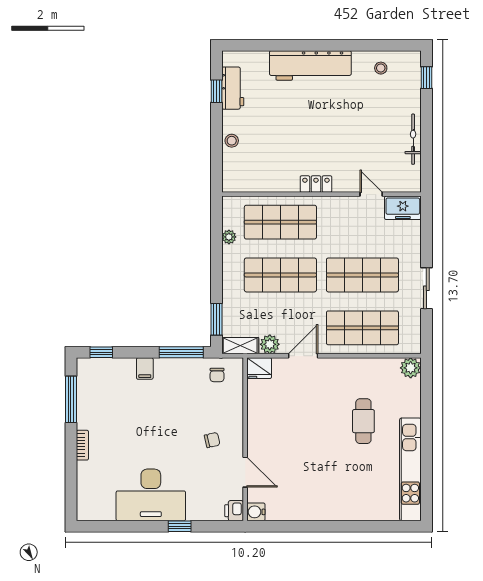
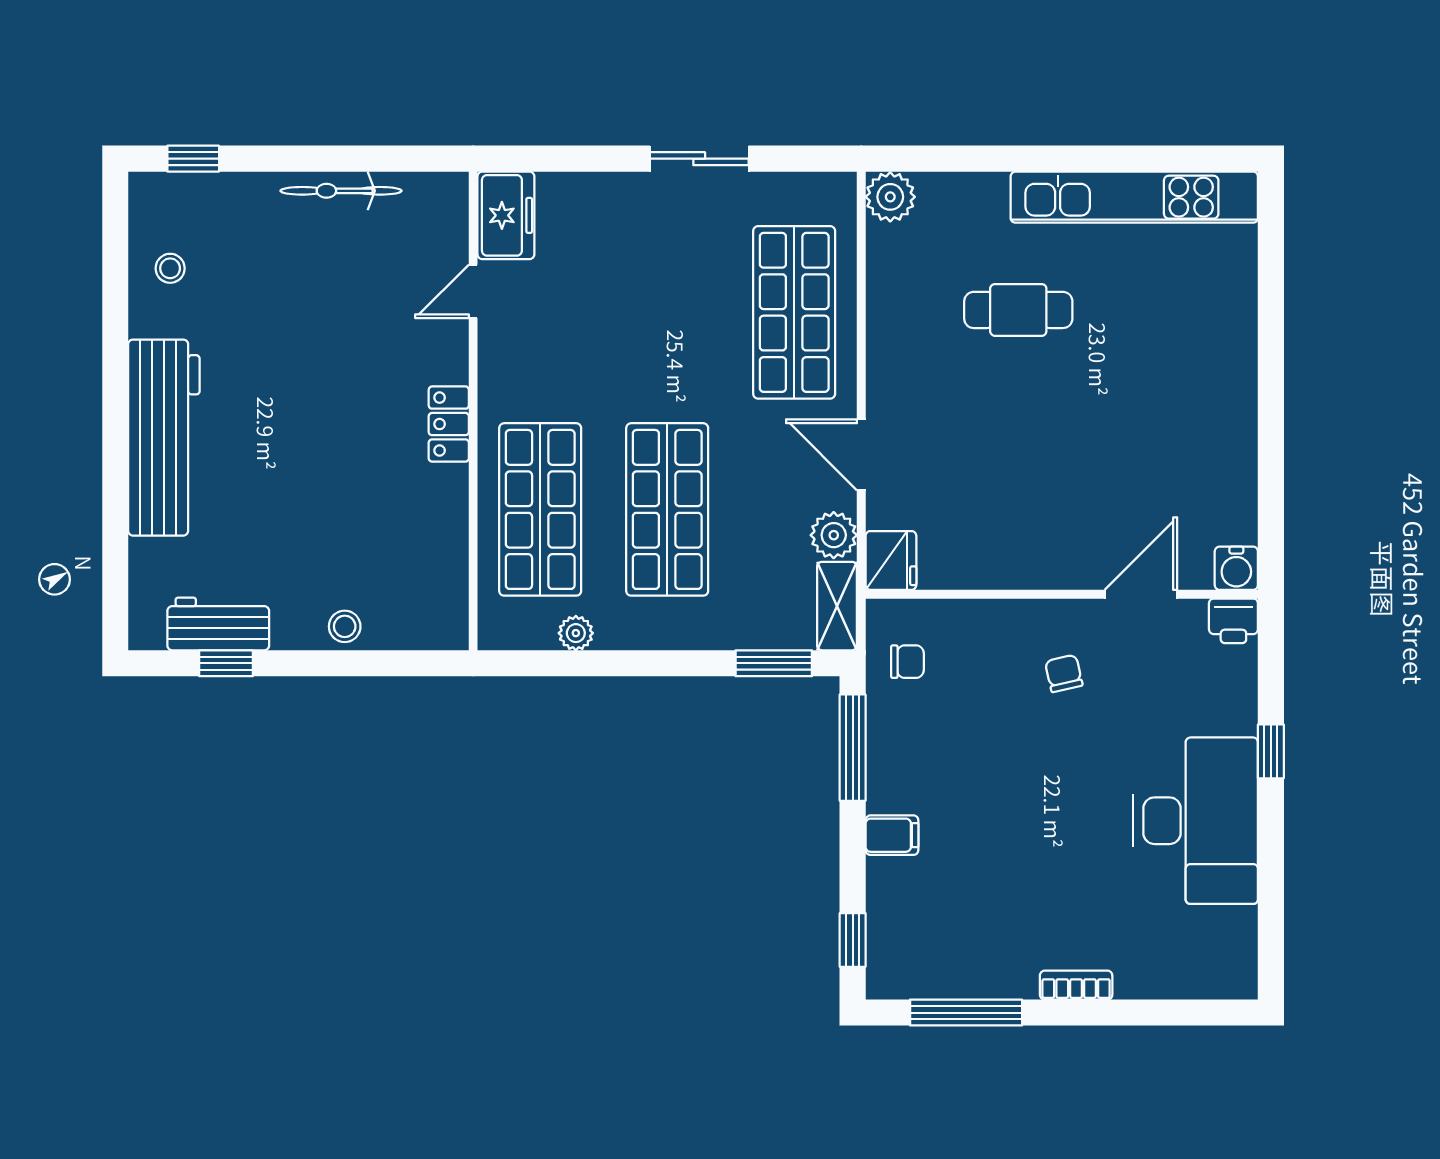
shop shelf: (362, 275) -> (667, 312), removed

